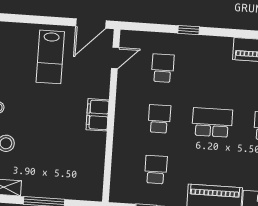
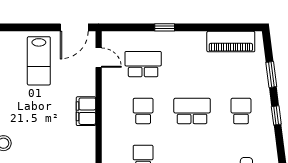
door: (115, 58) -> (99, 58), hinge flipped
school desk: (163, 68) -> (143, 64), width x1.85

